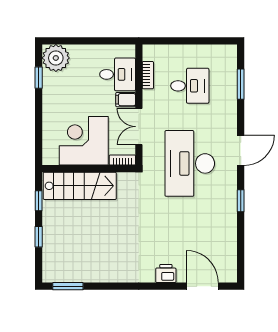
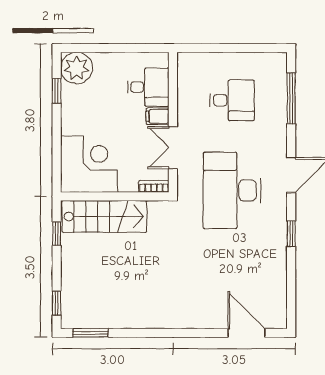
bookcase: (148, 75) -> (183, 88), removed
window: (241, 84) -> (291, 98), width x1.44
corner desk: (84, 141) -> (89, 164), moved, turned 90
window: (39, 237) -> (57, 303), moved
printer: (166, 273) -> (204, 318), removed

